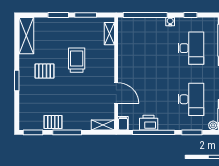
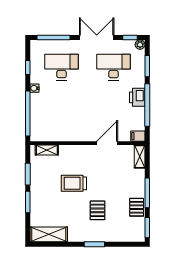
pallet: (45, 71) -> (98, 210), moved
printer: (149, 123) -> (137, 97), moved

